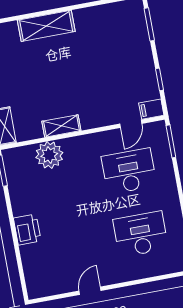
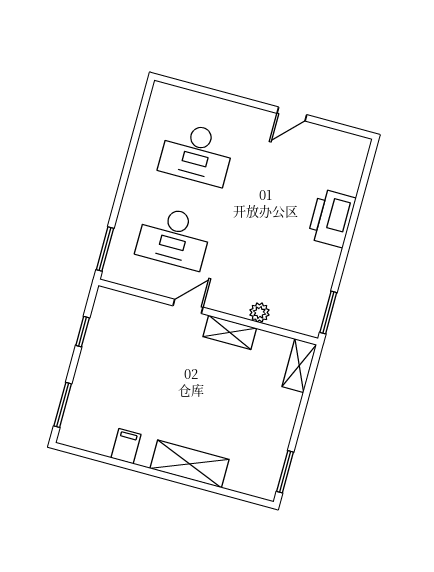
filing cabinet: (151, 109) -> (126, 446), moved, turned -90
door: (131, 124) -> (188, 306), moved
plant: (49, 155) -> (259, 312), width x0.53, depth x0.53
printer: (27, 230) -> (332, 218), width x1.37, depth x1.19

